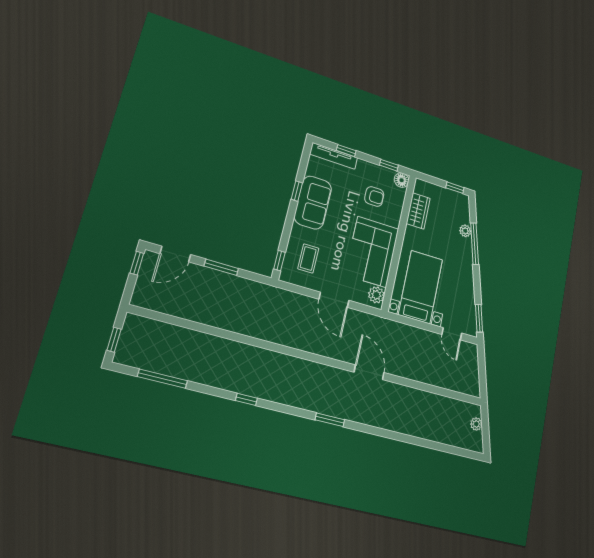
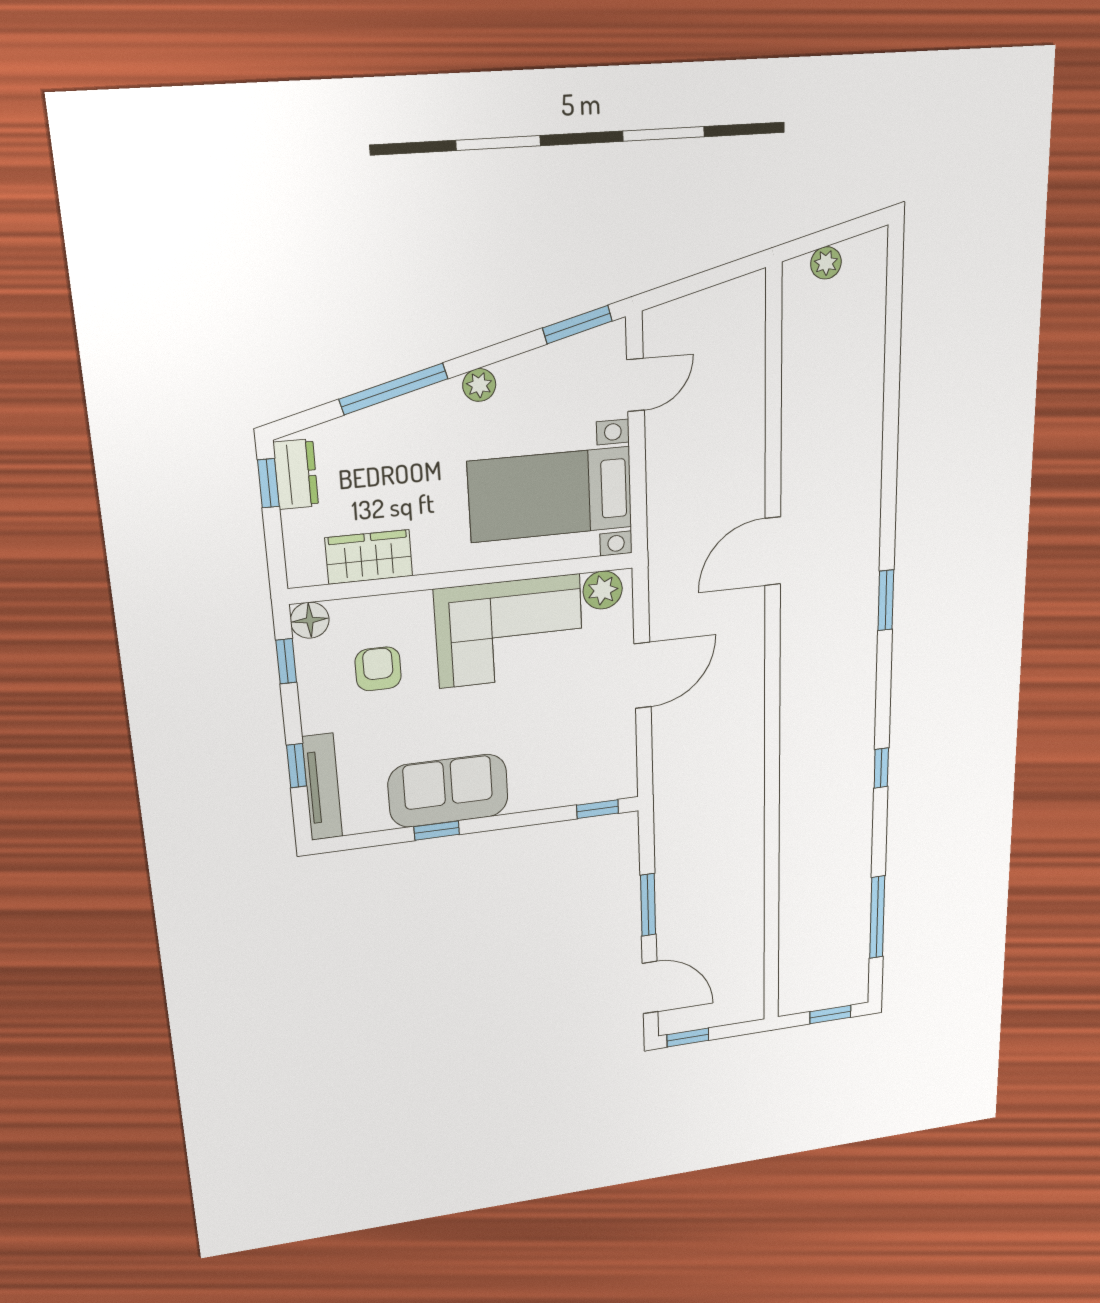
dresser: (455, 198) -> (296, 474), added
plant: (465, 231) -> (479, 385), moved
coffee table: (308, 258) -> (573, 757), removed

